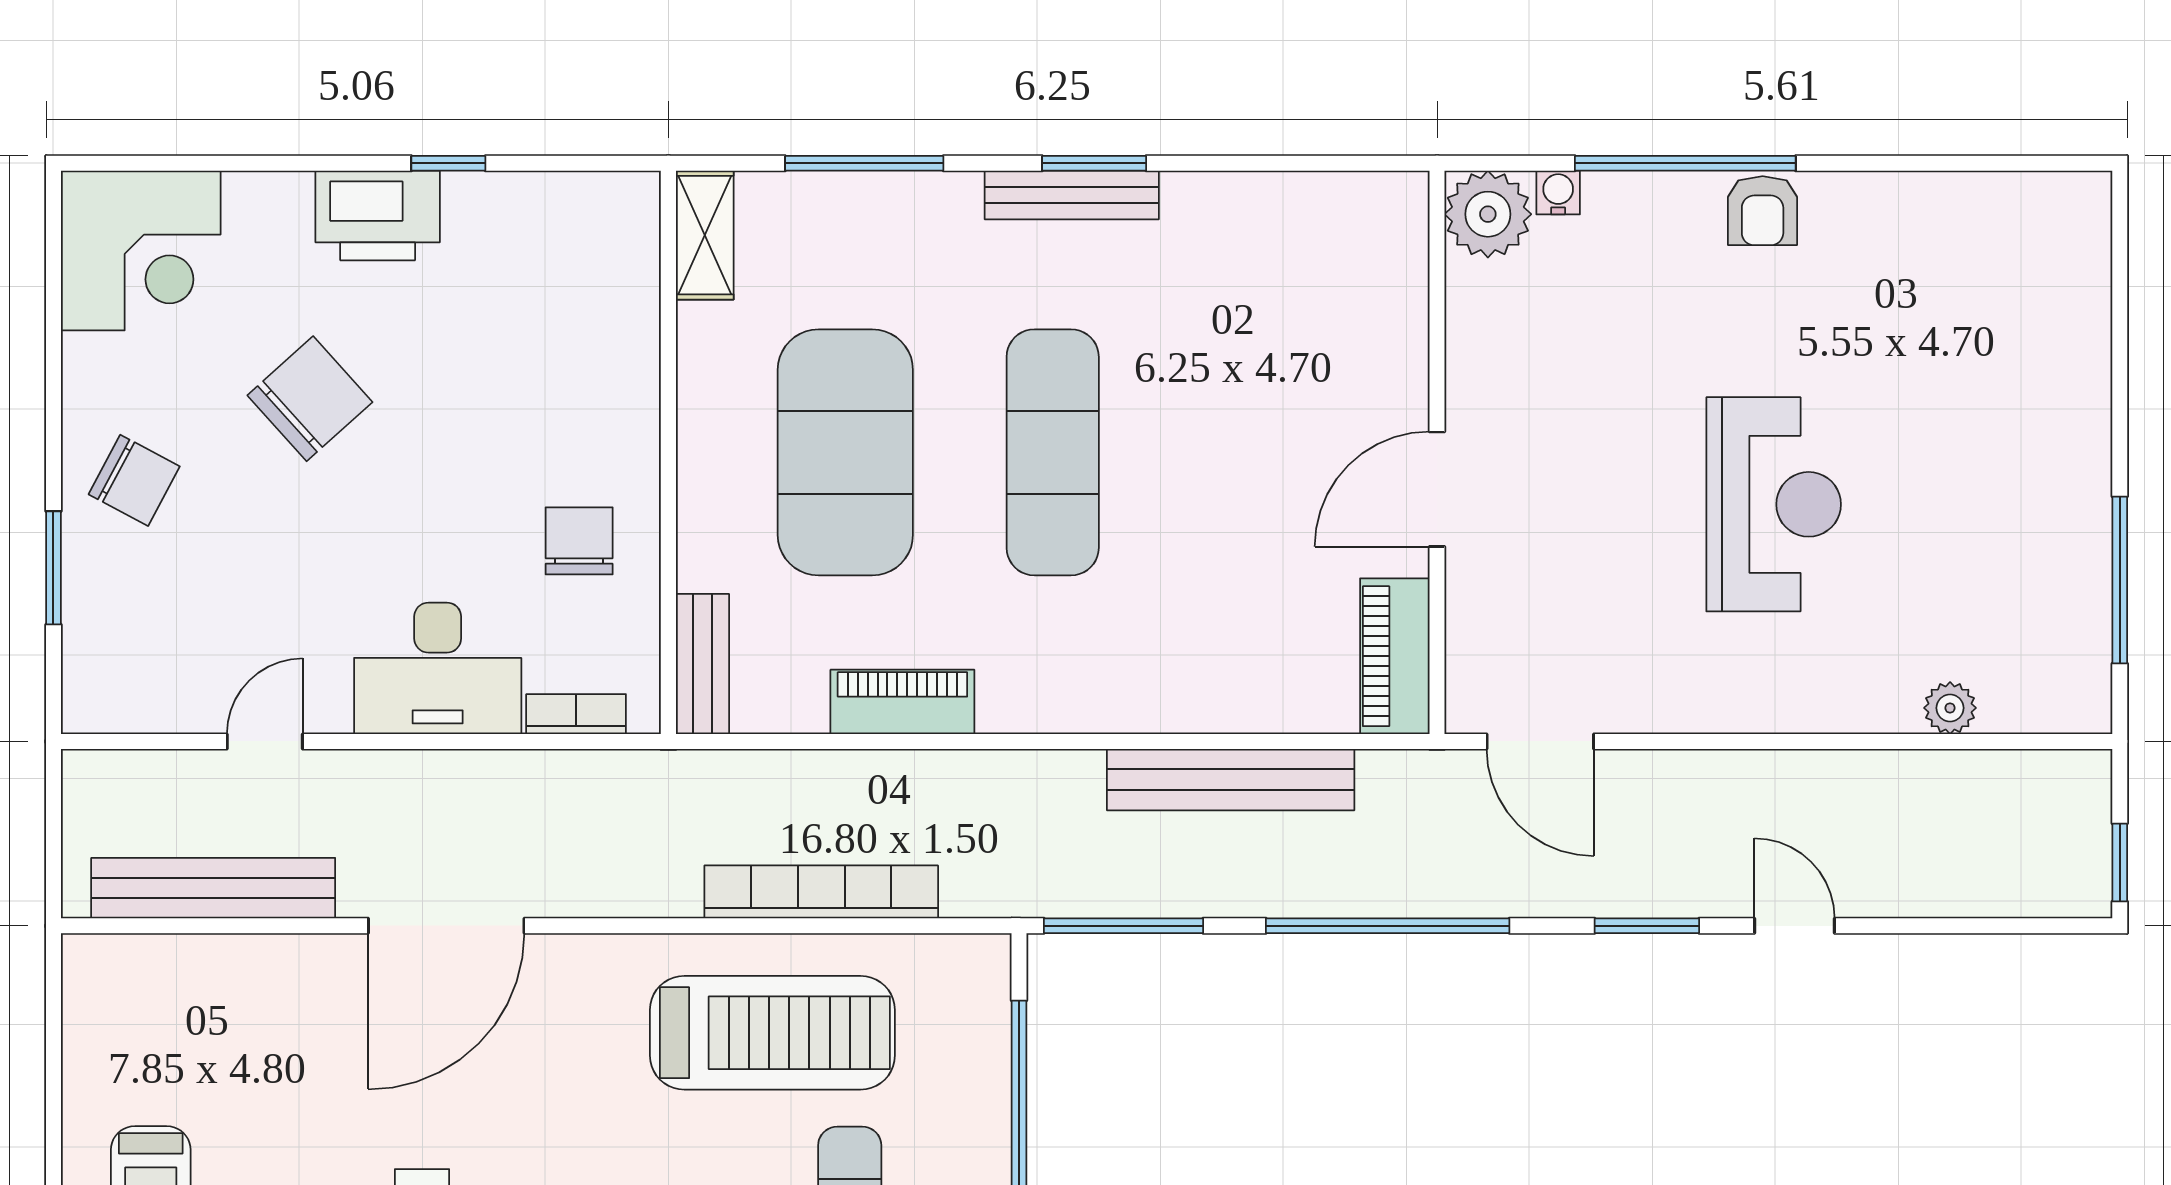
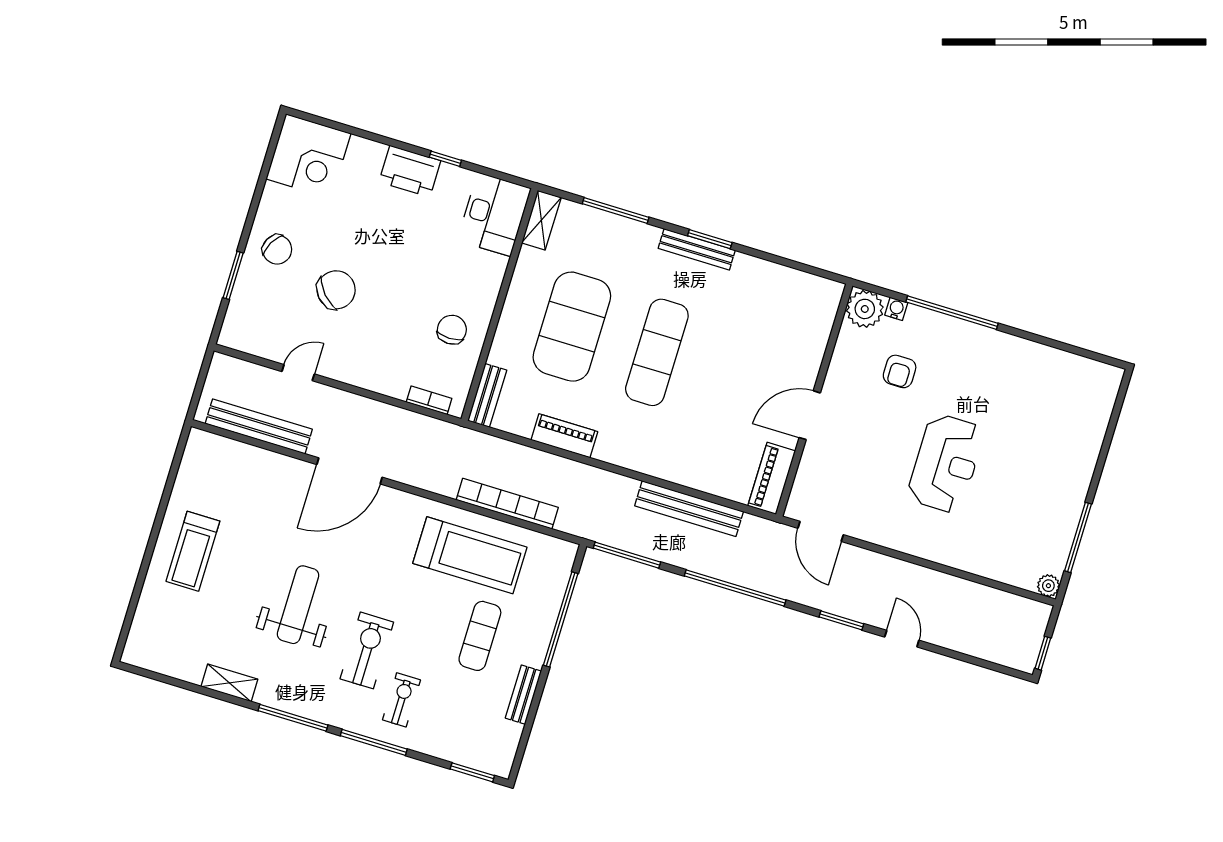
armchair: (1763, 211) -> (900, 371), moved
chair: (310, 399) -> (336, 290), moved
desk: (438, 668) -> (494, 214), moved, turned -90
plant: (1950, 708) -> (1048, 586), moved

